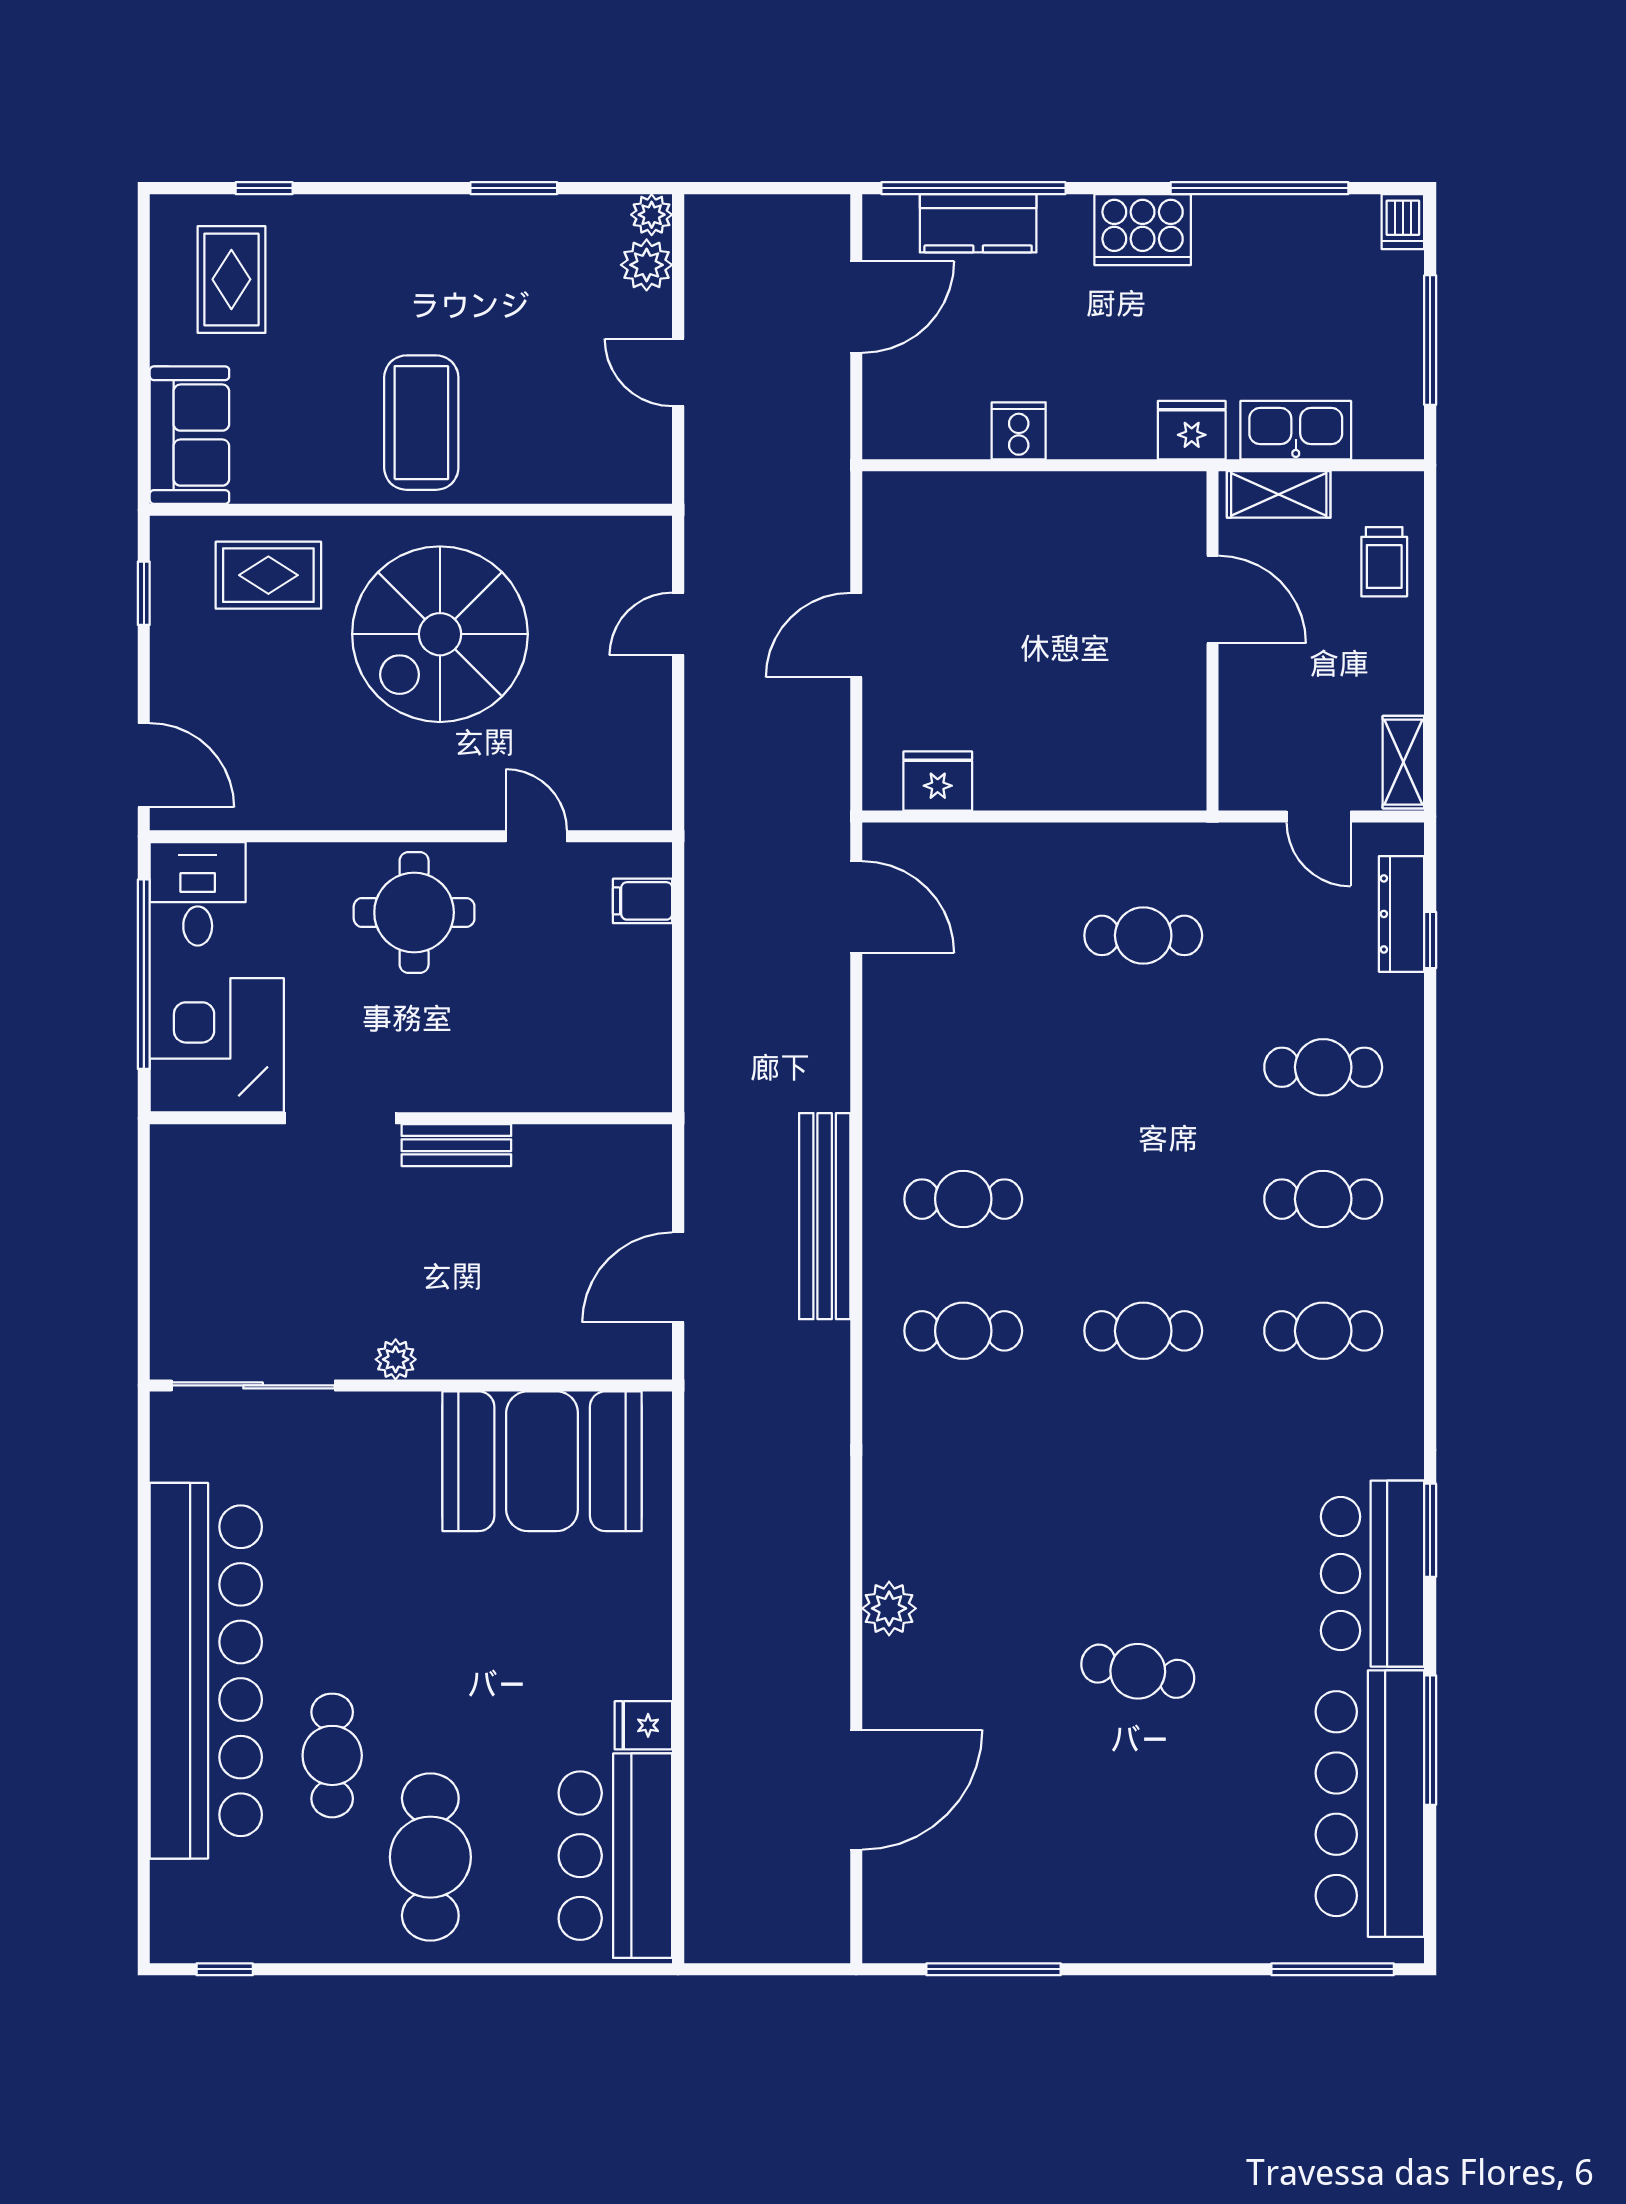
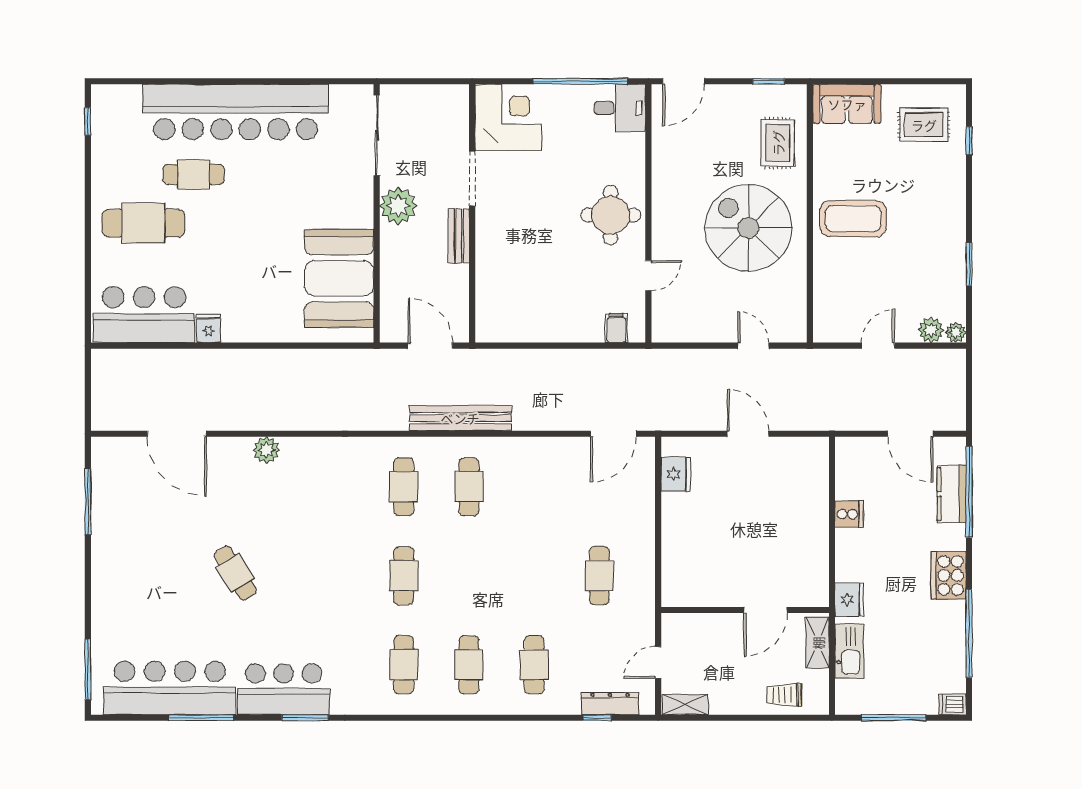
corner desk: (217, 1045) -> (508, 117), moved
doorway: (341, 1118) -> (472, 179), moved
wall: (411, 1118) -> (472, 213), moved
bench: (456, 1145) -> (459, 236), moved
plant: (396, 1359) -> (398, 206), width x1.87, depth x1.87
cafe table: (1138, 1671) -> (235, 573), turned -43

